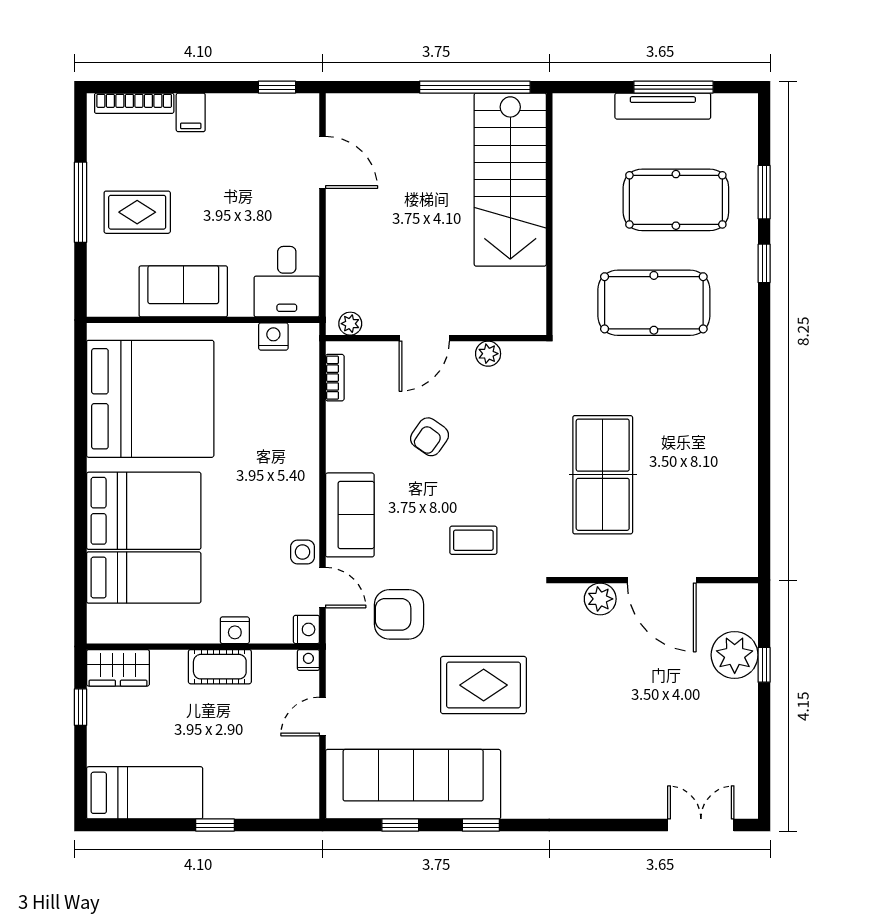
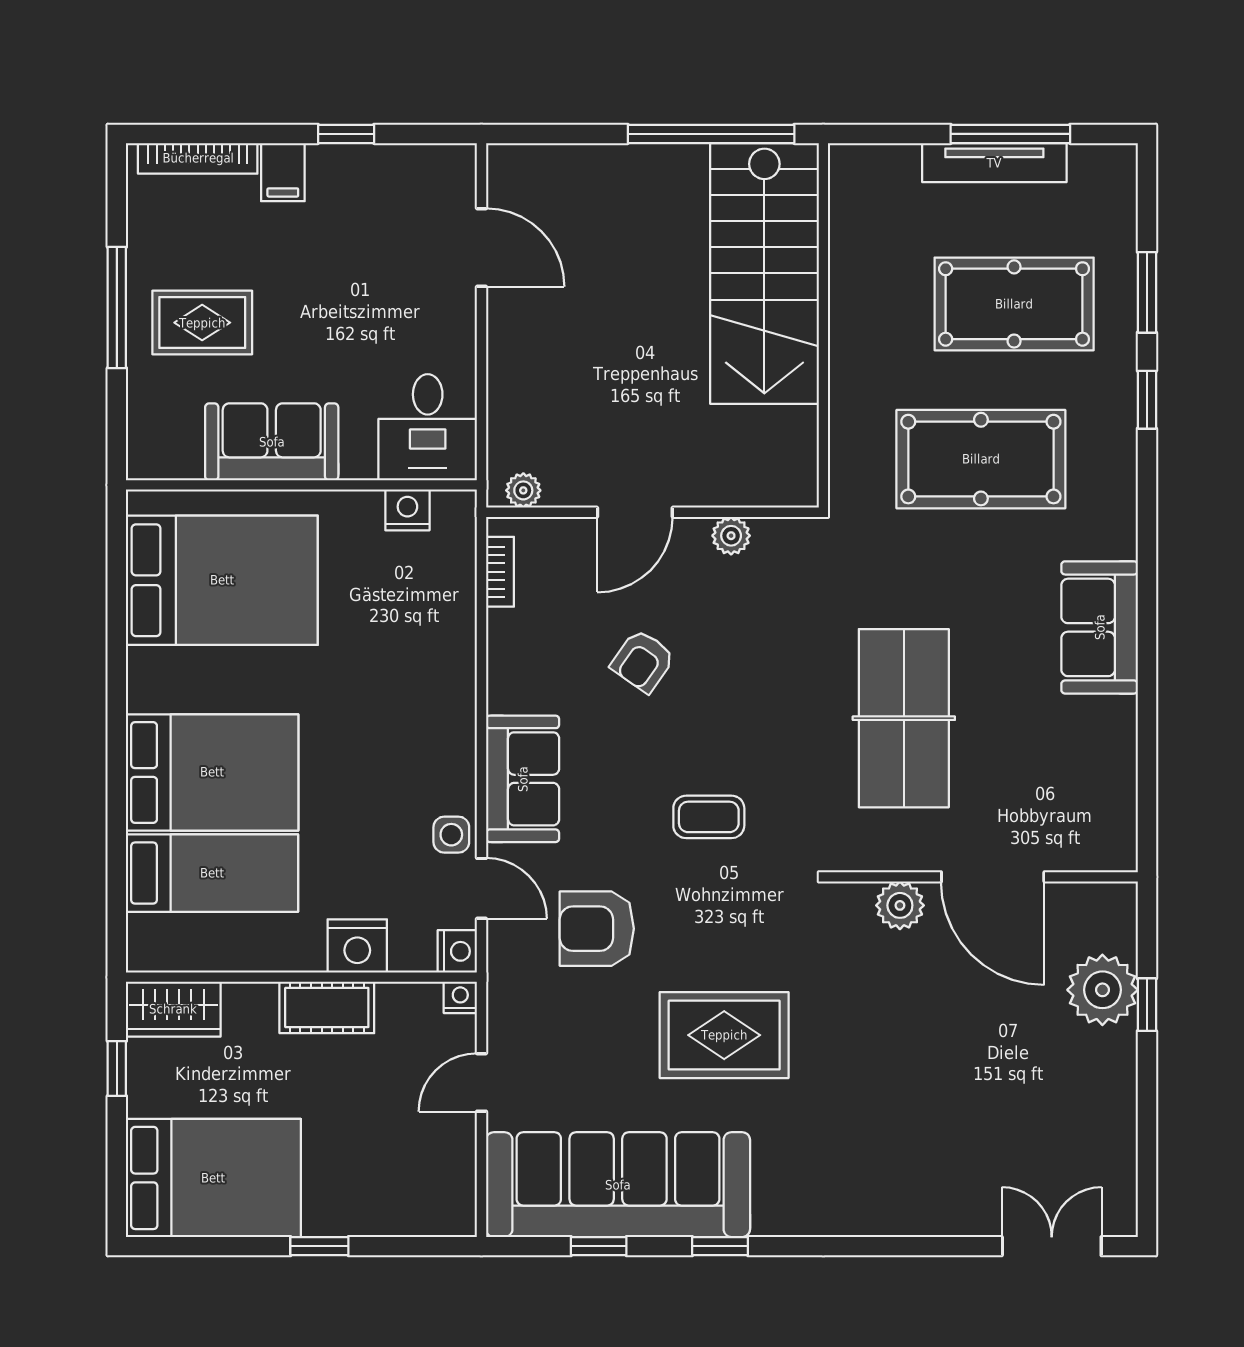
window: (277, 87) -> (346, 134), moved
bed: (150, 399) -> (222, 580), width x0.73
sofa: (733, 415) -> (1100, 627), added
nightstand: (235, 630) -> (357, 946), width x1.36, depth x1.33
bed: (145, 793) -> (213, 1178), width x1.50

